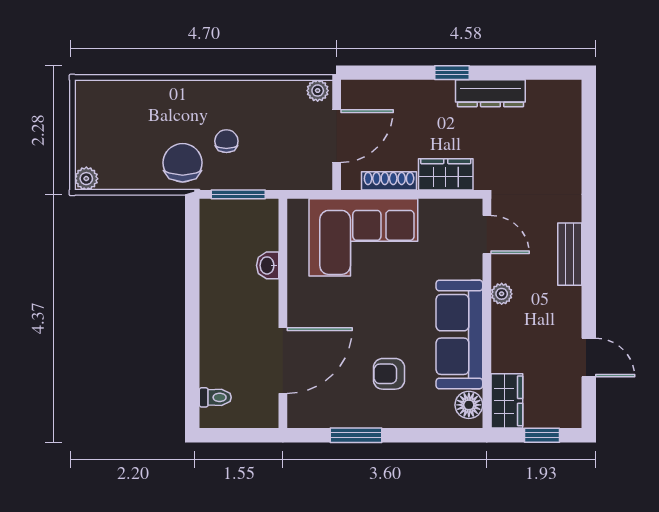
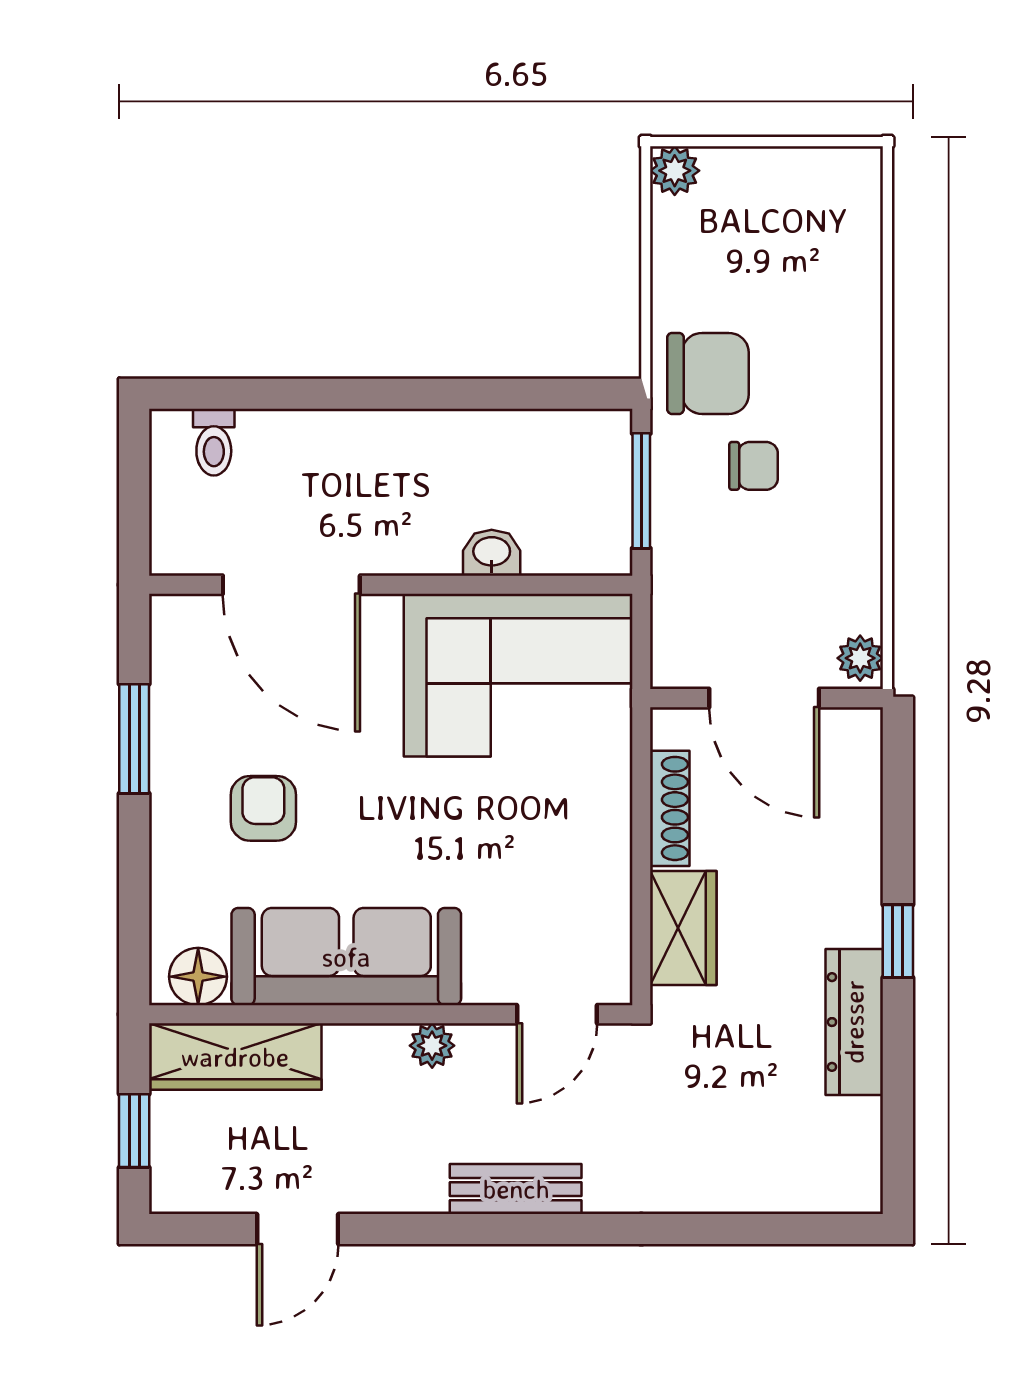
corner sofa: (363, 237) -> (518, 675), moved, turned -90
wardrobe: (507, 401) -> (235, 1057), width x1.50

